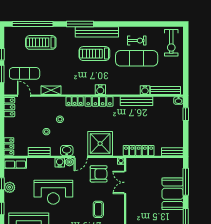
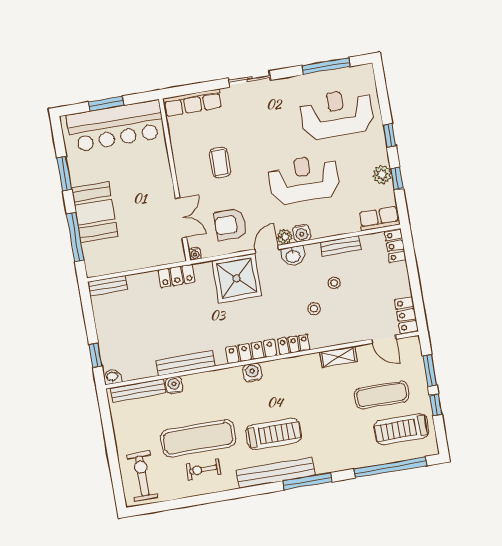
treadmill: (41, 42) -> (401, 429), moved, turned 180
exercise mat: (25, 73) -> (382, 395), moved
locker: (139, 151) -> (177, 276), width x0.66

